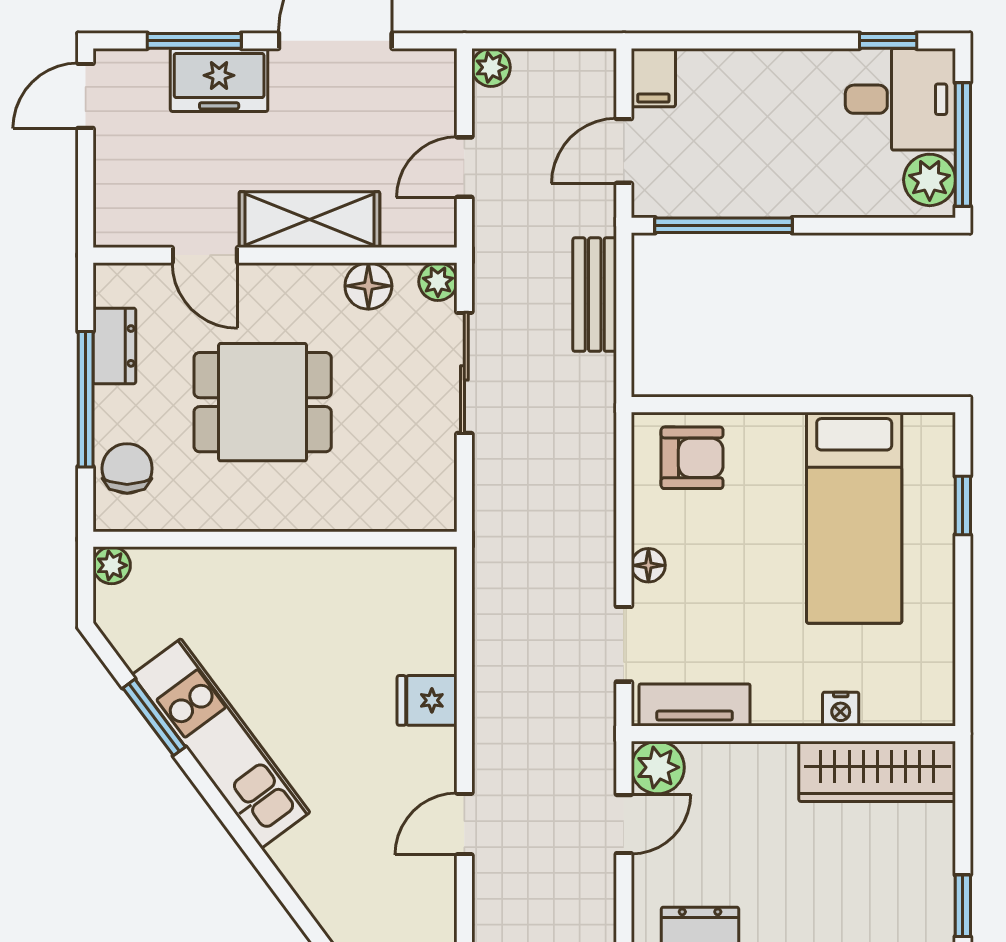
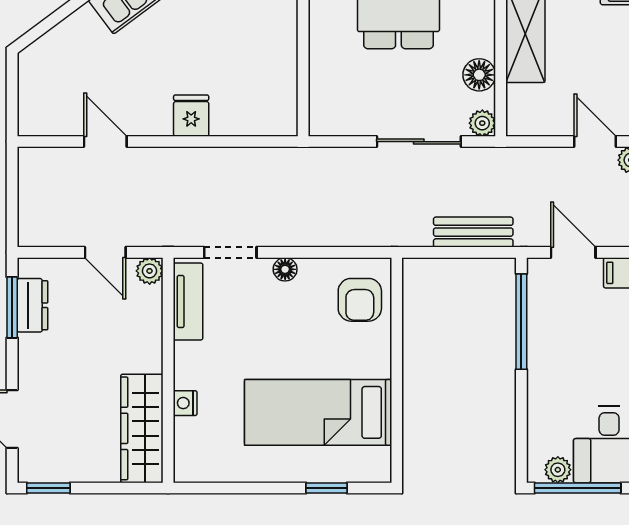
door: (464, 167) -> (595, 142), moved
plant: (930, 180) -> (558, 470), width x0.73, depth x0.73
plant: (658, 767) -> (150, 271), width x0.73, depth x0.73

